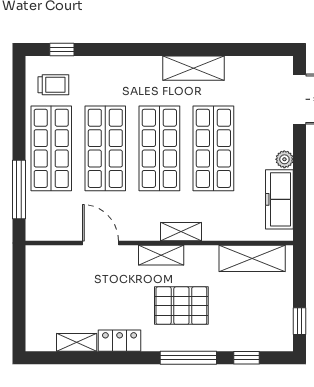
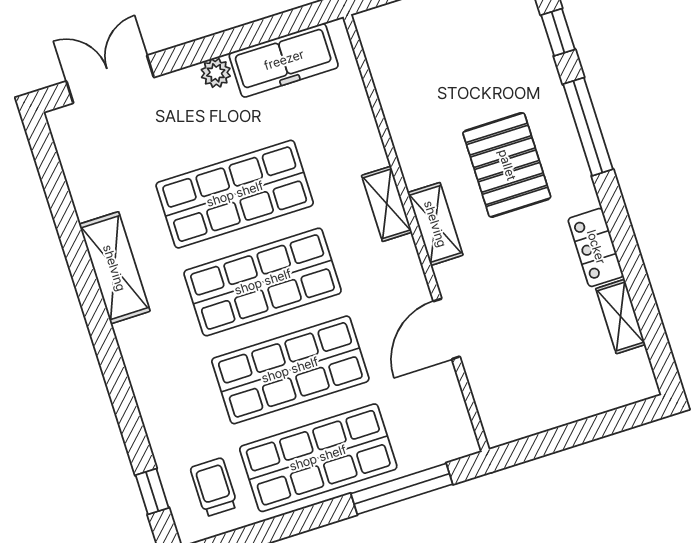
shelving: (252, 258) -> (393, 74), removed

